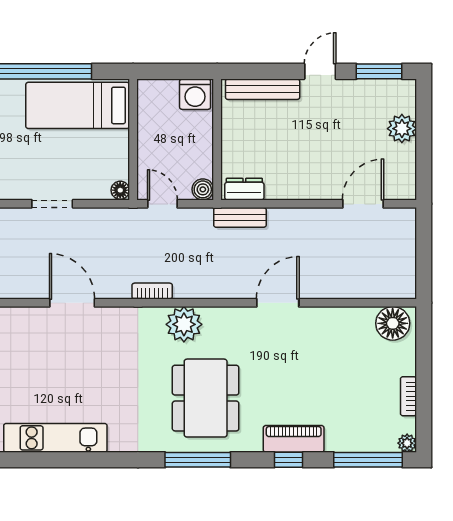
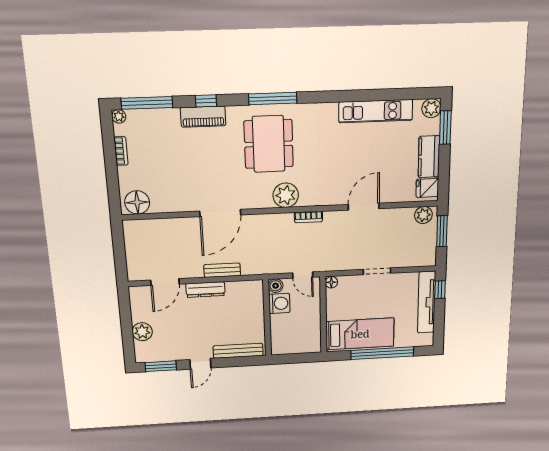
washing machine: (195, 94) -> (279, 303), moved, turned 90
dresser: (244, 189) -> (205, 290), moved, width x1.44
bench: (240, 217) -> (222, 270), moved
door: (72, 303) -> (364, 207), swing flipped
door: (278, 303) -> (220, 213), width x1.36

